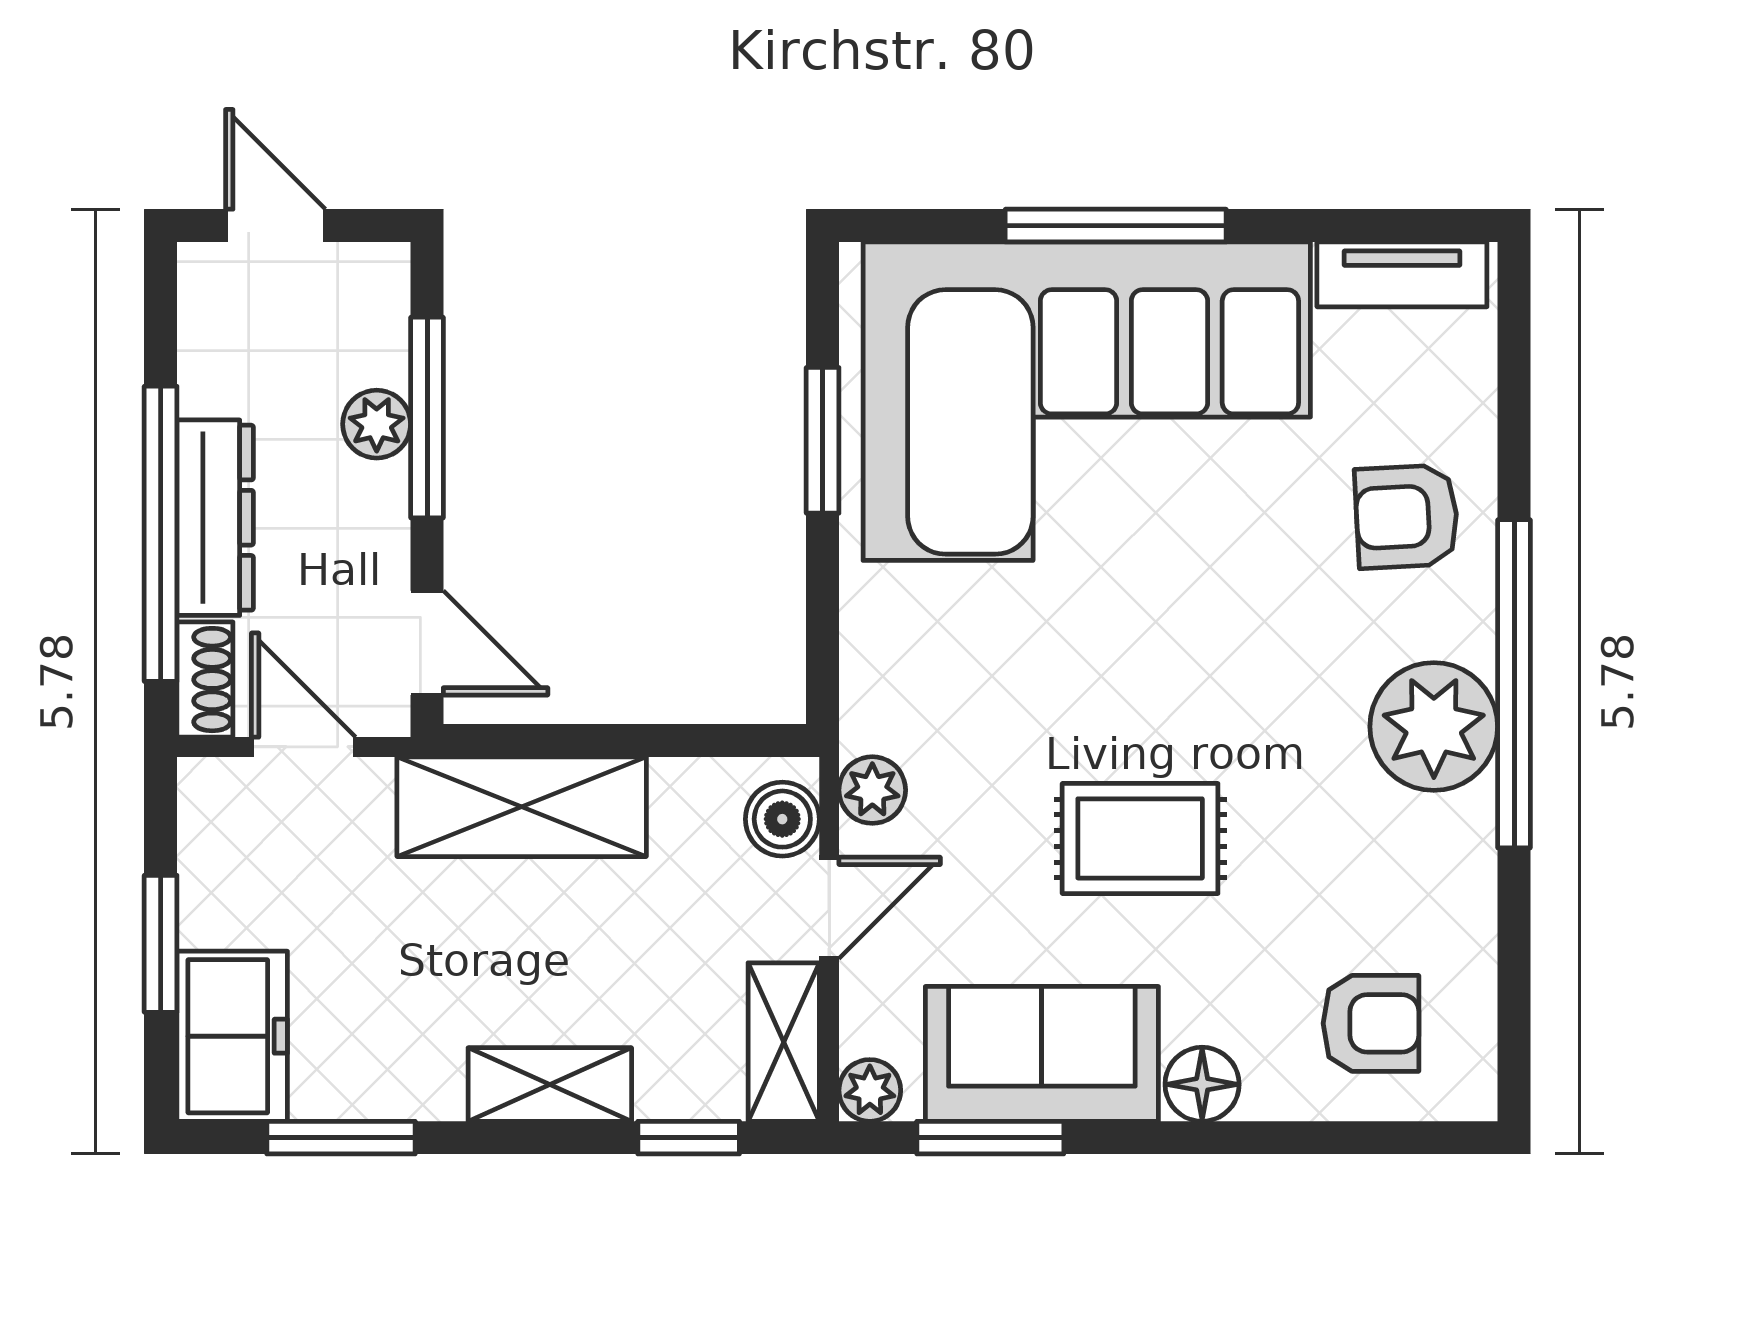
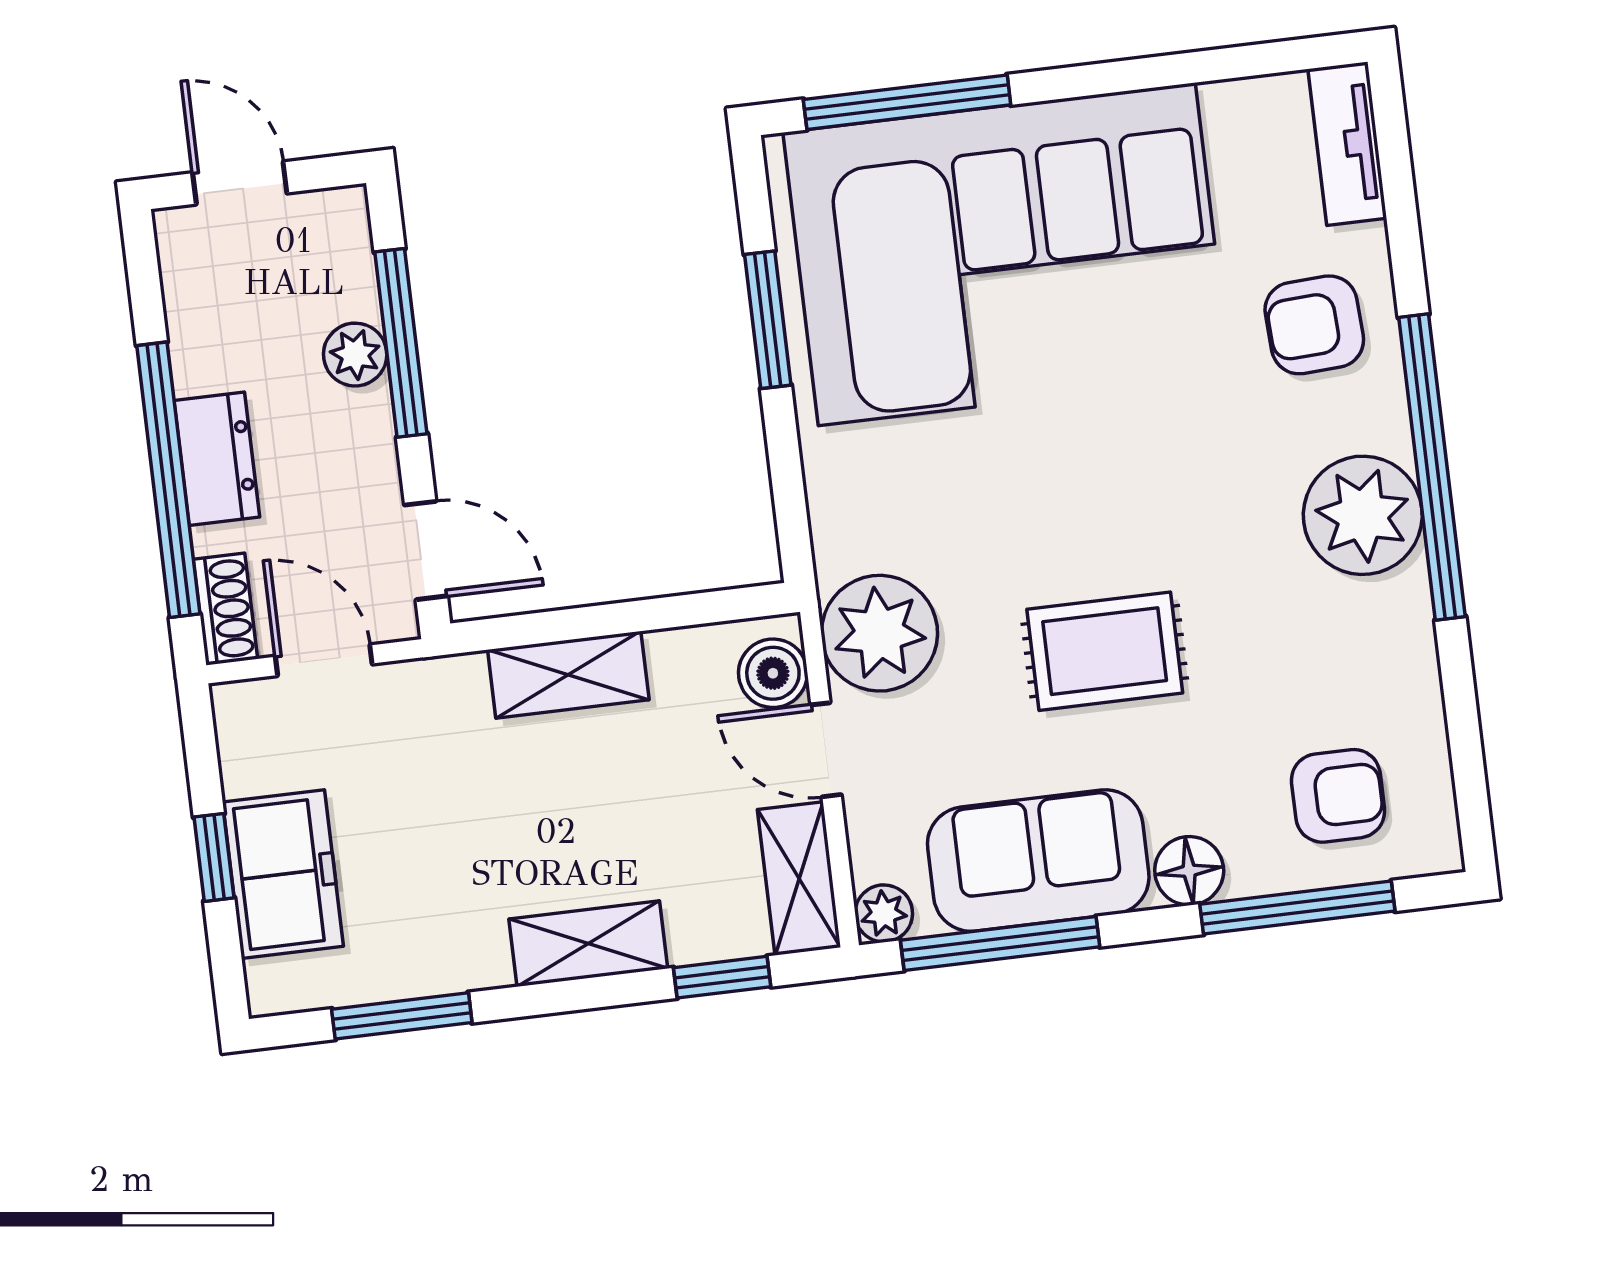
window: (1116, 226) -> (907, 102), moved
tv unit: (1402, 274) -> (1347, 144), moved, turned 90
dresser: (215, 518) -> (217, 459), width x0.70
plant: (872, 790) -> (879, 633), width x1.88, depth x1.88
shelving: (522, 807) -> (568, 675), width x0.67, depth x0.75
door: (829, 908) -> (826, 750), swing flipped
window: (161, 944) -> (214, 857), width x0.67
freezer: (232, 1036) -> (283, 874), moved
window: (990, 1138) -> (1000, 944), width x1.44
window: (1313, 1138) -> (1297, 908), added

